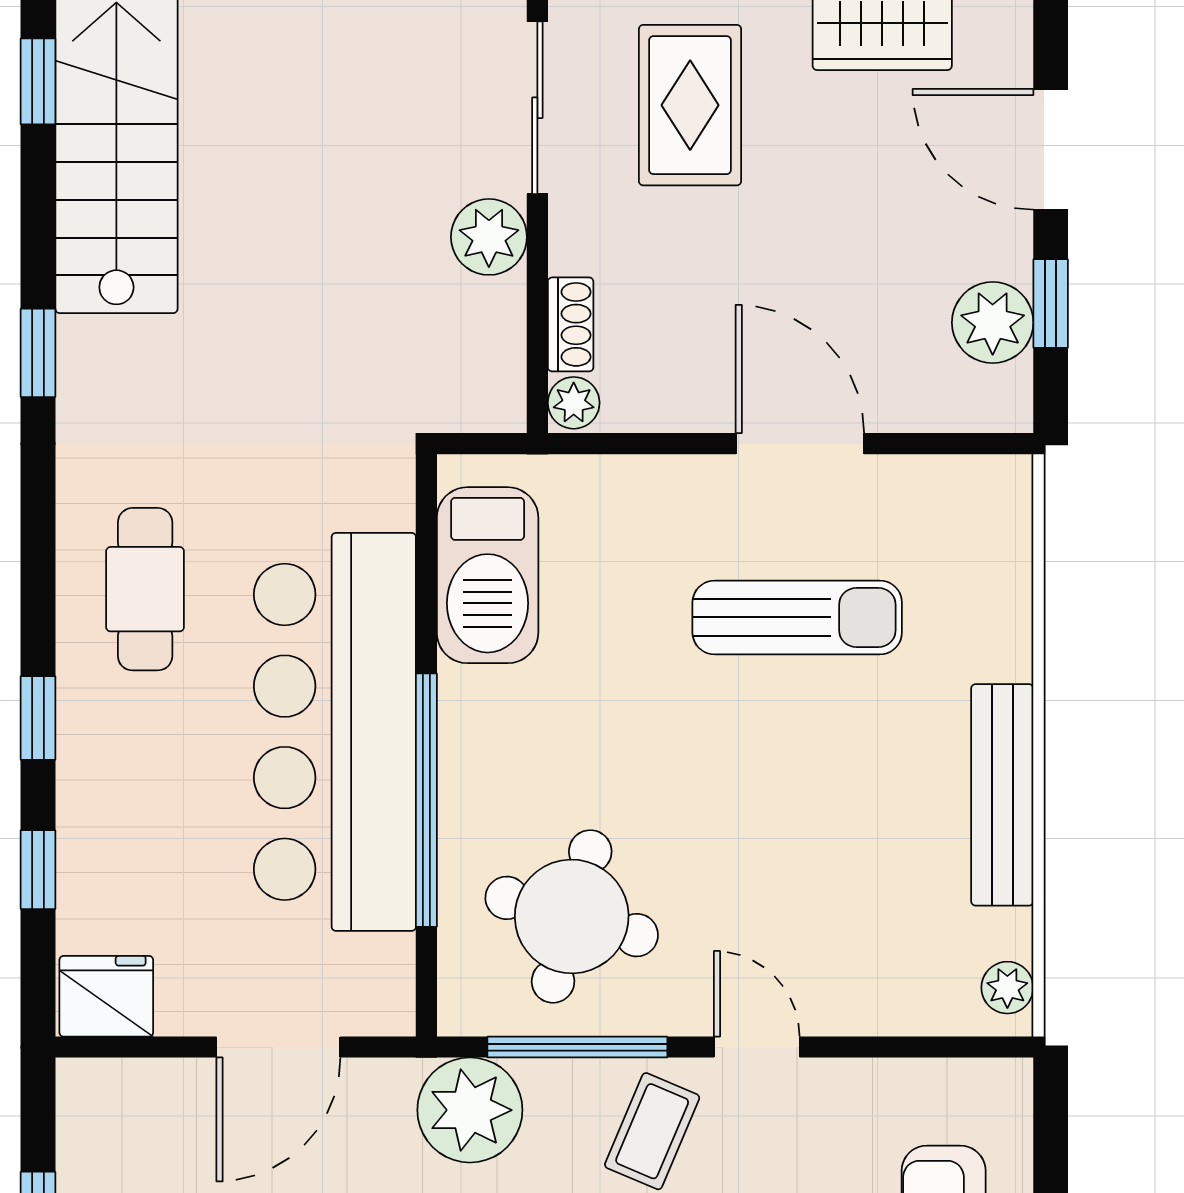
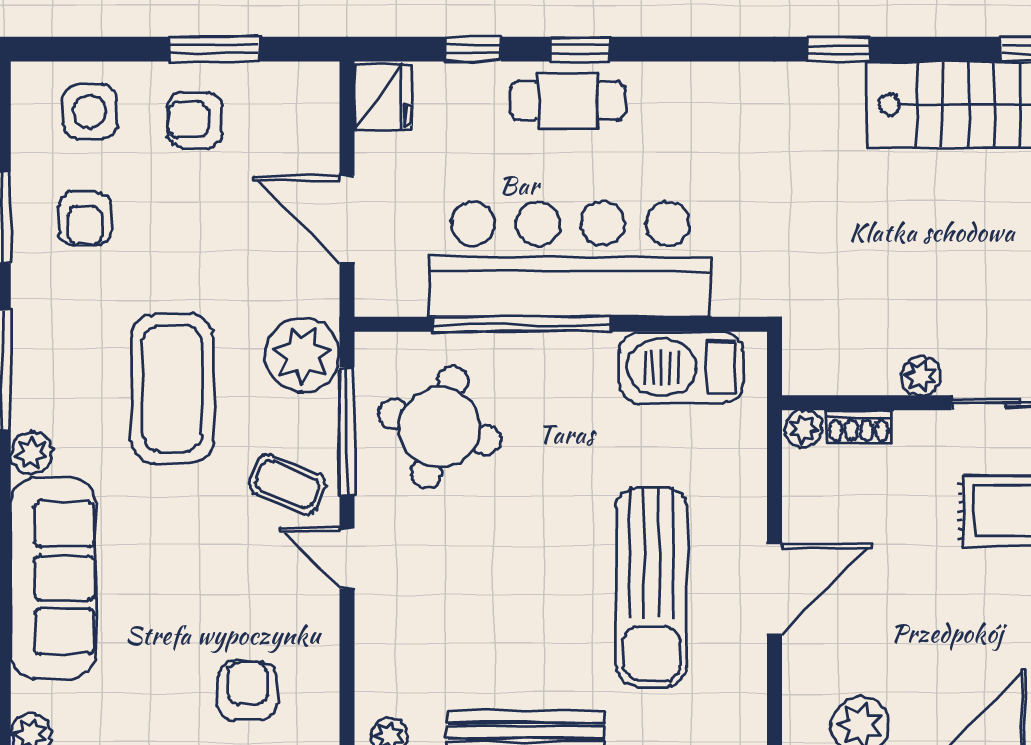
plant: (489, 237) -> (921, 376), width x0.73, depth x0.73
cafe table: (145, 589) -> (568, 101), moved
sun lounger: (797, 617) -> (651, 587), width x1.36, depth x1.34
door: (757, 1047) -> (347, 558), swing flipped

